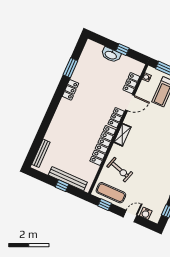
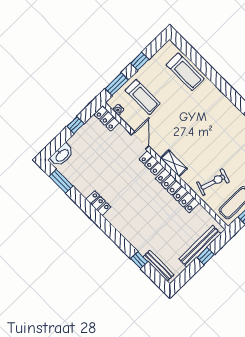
washbasin: (111, 55) -> (62, 155), moved
window: (70, 68) -> (61, 181), moved
locker: (131, 83) -> (107, 119), moved
window: (40, 137) -> (139, 260), added

